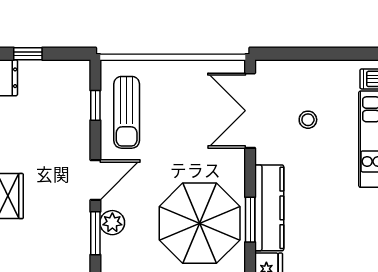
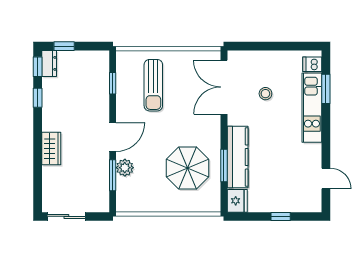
sun lounger: (127, 112) -> (153, 85), moved
parasol: (200, 223) -> (188, 168), width x0.73, depth x0.73

